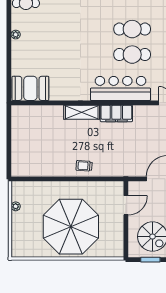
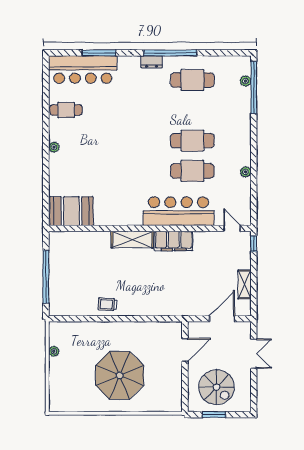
window: (9, 144) -> (46, 277), added
trolley: (84, 166) -> (107, 304), moved
parasol: (71, 227) -> (120, 375), width x0.73, depth x0.73

